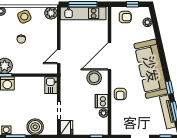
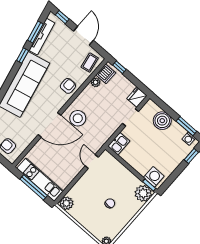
side table: (24, 17) -> (91, 220), removed
door: (59, 57) -> (92, 162), swing flipped
dishwasher: (102, 101) -> (106, 74), moved
coffee table: (119, 123) -> (90, 63), added

